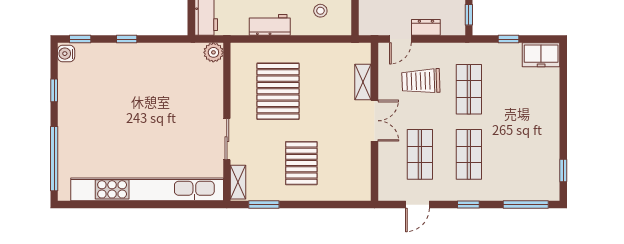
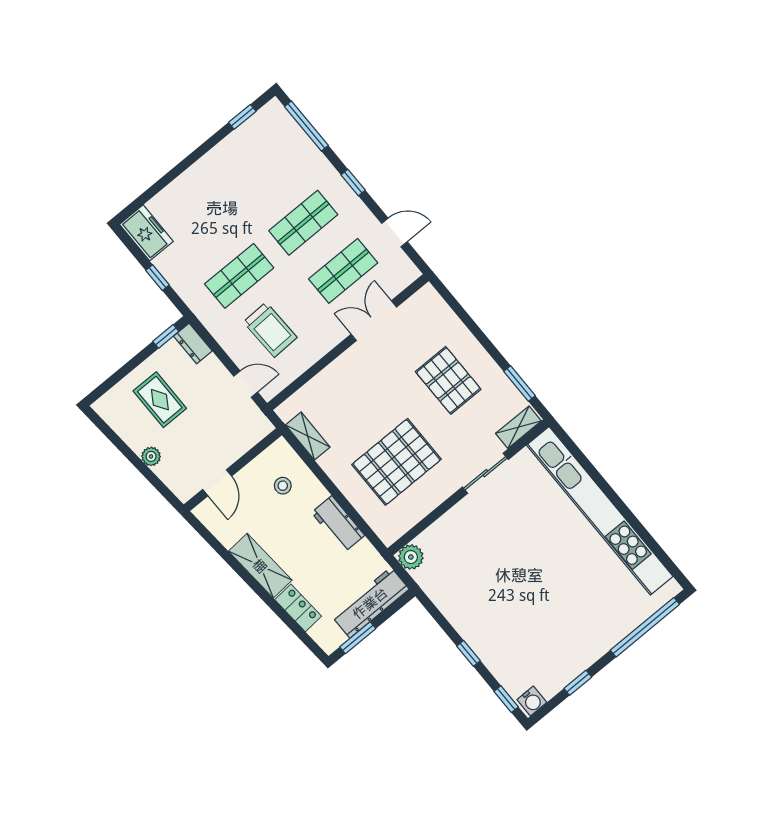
dresser: (426, 27) -> (193, 343), moved
shelving: (363, 82) -> (308, 436), moved, turned 90
double door: (375, 121) -> (374, 321), moved
pallet: (301, 163) -> (448, 380), turned 90

